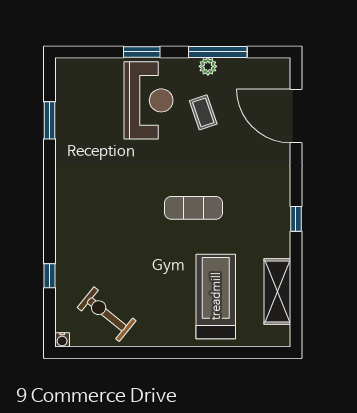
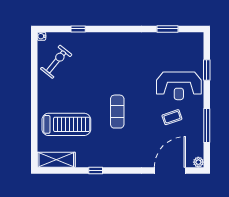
window: (142, 52) -> (207, 70), moved
plant: (208, 66) -> (198, 162), moved
window: (296, 219) -> (96, 170), moved
shelving: (277, 291) -> (56, 160), moved

